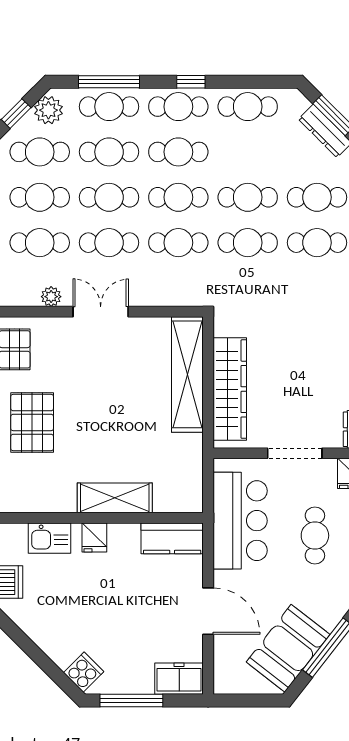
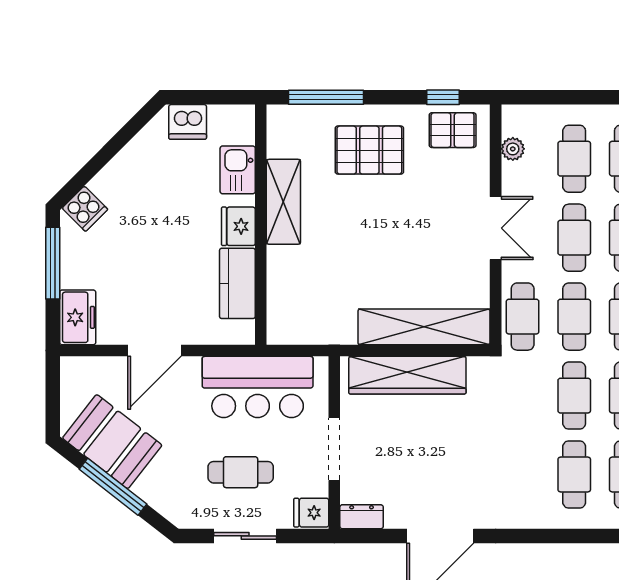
cafe table: (178, 288) -> (523, 317), added
plant: (51, 297) -> (513, 149), moved
shelving: (115, 498) -> (283, 202), moved
fridge: (94, 537) -> (238, 226), width x1.38
kitchen counter: (172, 538) -> (237, 283), moved

